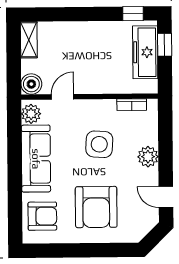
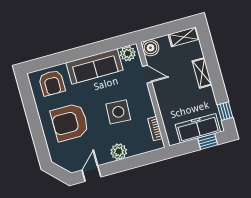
shelving: (79, 29) -> (202, 73), added

